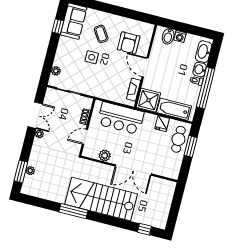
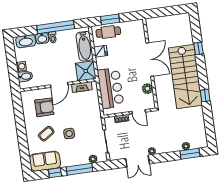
window: (51, 53) -> (79, 169), added
double door: (35, 115) -> (138, 161), swing flipped
window: (74, 211) -> (205, 96), width x0.46
window: (145, 229) -> (199, 48), moved

